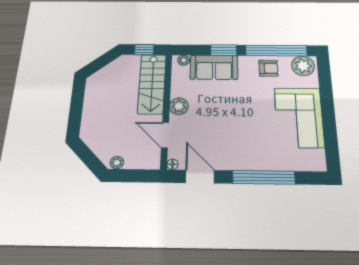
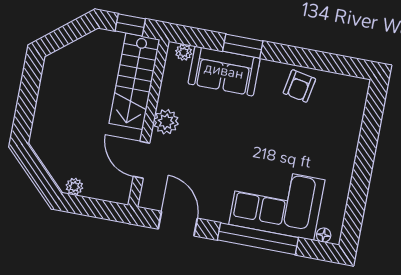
window: (276, 51) -> (317, 60), removed
plant: (303, 66) -> (348, 91), removed
armchair: (268, 68) -> (299, 86), turned 101
corner sofa: (299, 117) -> (277, 202), moved, turned 90
floor lamp: (172, 164) -> (324, 235), moved

